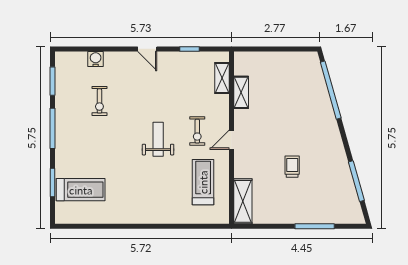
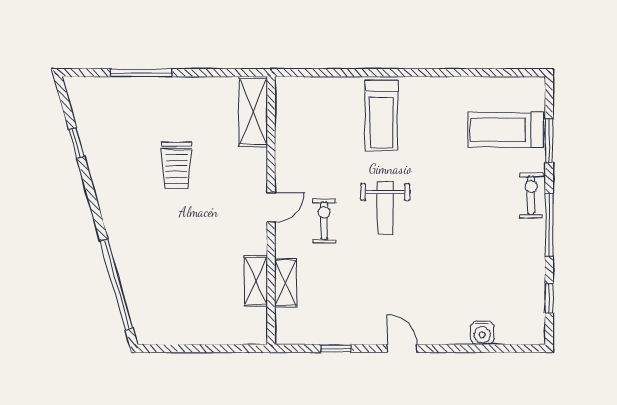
shelving: (222, 78) -> (286, 283), moved
window: (53, 81) -> (549, 298), width x0.67
exercise bike: (99, 101) -> (531, 195), moved
trolley: (292, 167) -> (177, 166), width x1.36, depth x1.39
window: (356, 181) -> (77, 143), width x0.46
treadmill: (203, 182) -> (381, 116), moved

